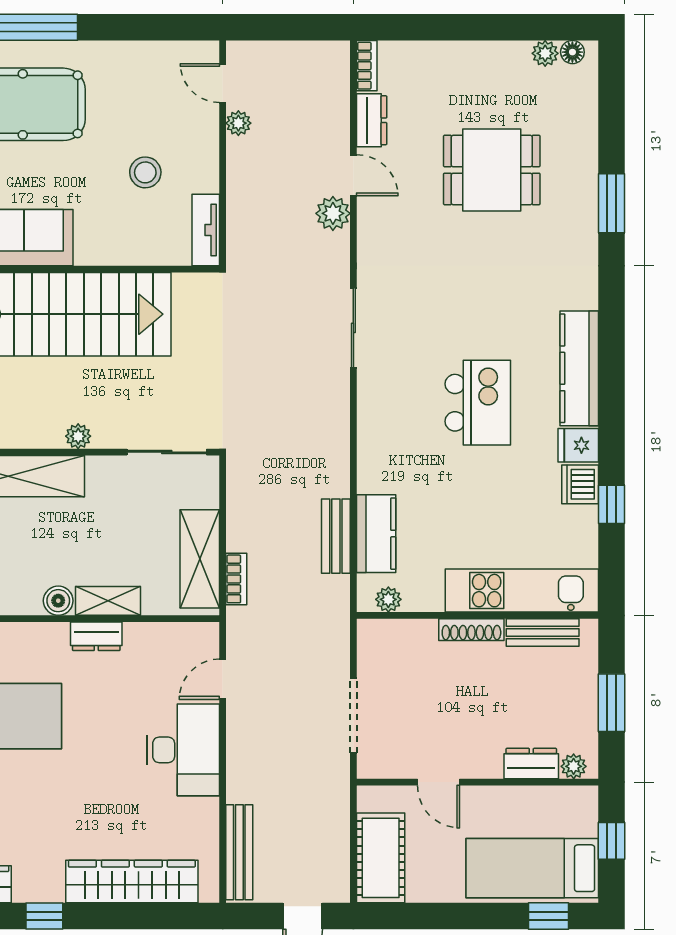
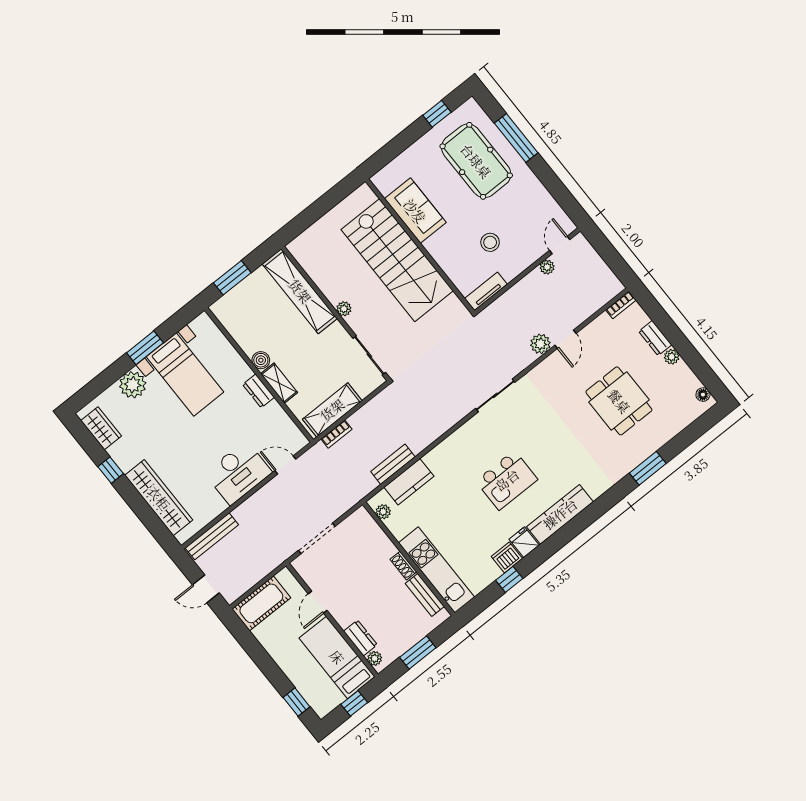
plant: (545, 53) -> (672, 357), moved
dresser: (372, 120) -> (655, 338), moved, turned 90
shoe rack: (471, 630) -> (403, 566), width x0.70
bed: (532, 868) -> (337, 657), moved

